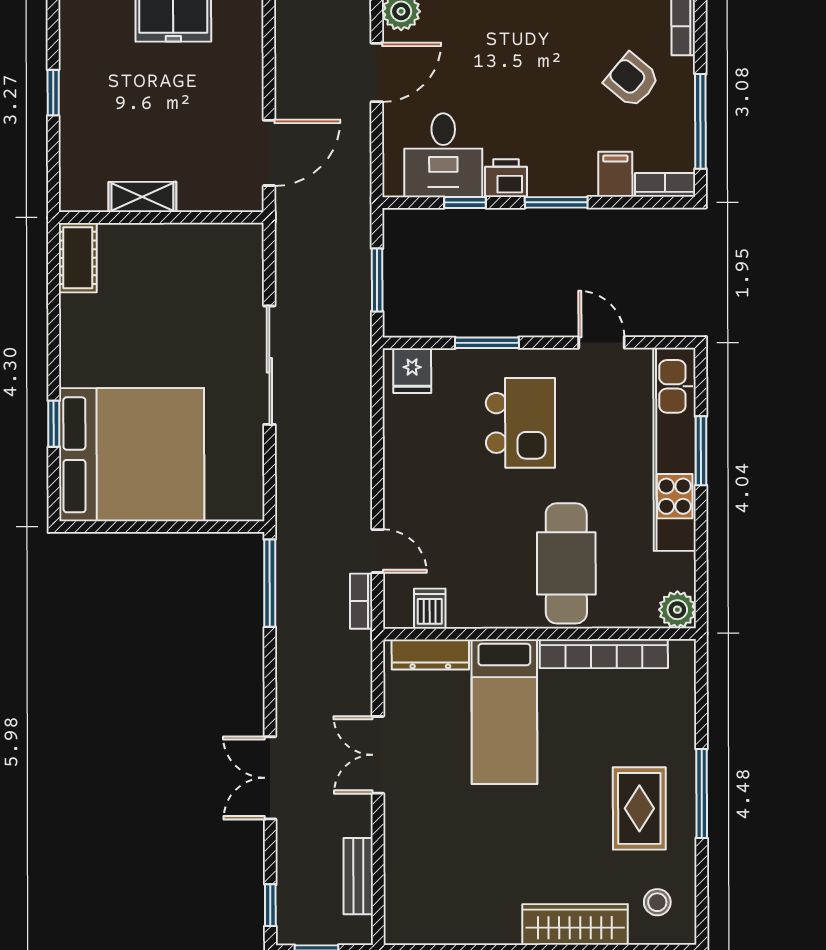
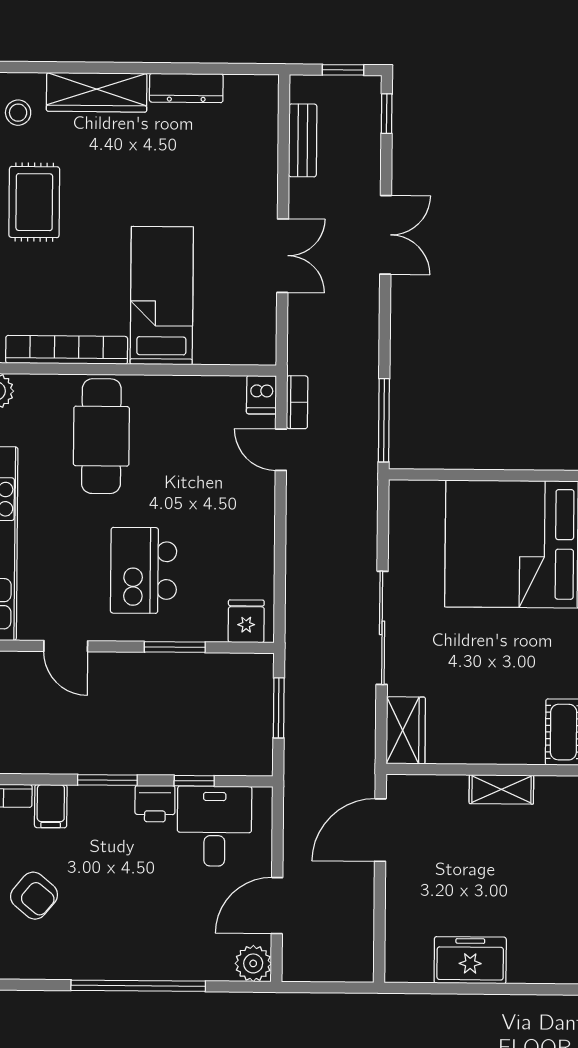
wardrobe: (243, 258) -> (406, 730), added
dishwasher: (430, 609) -> (261, 395), moved
dresser: (430, 655) -> (186, 88), moved, turned 180

